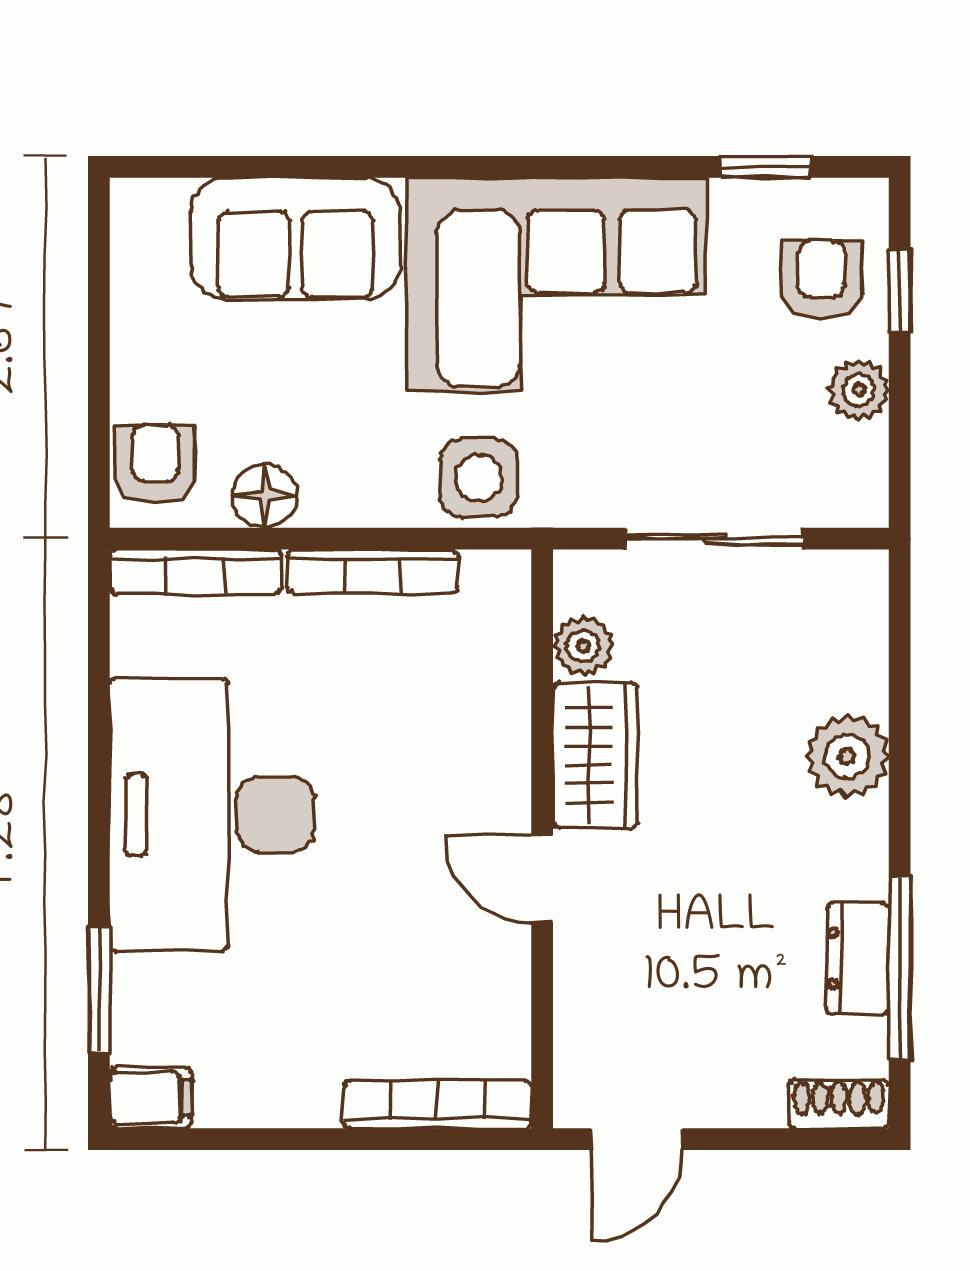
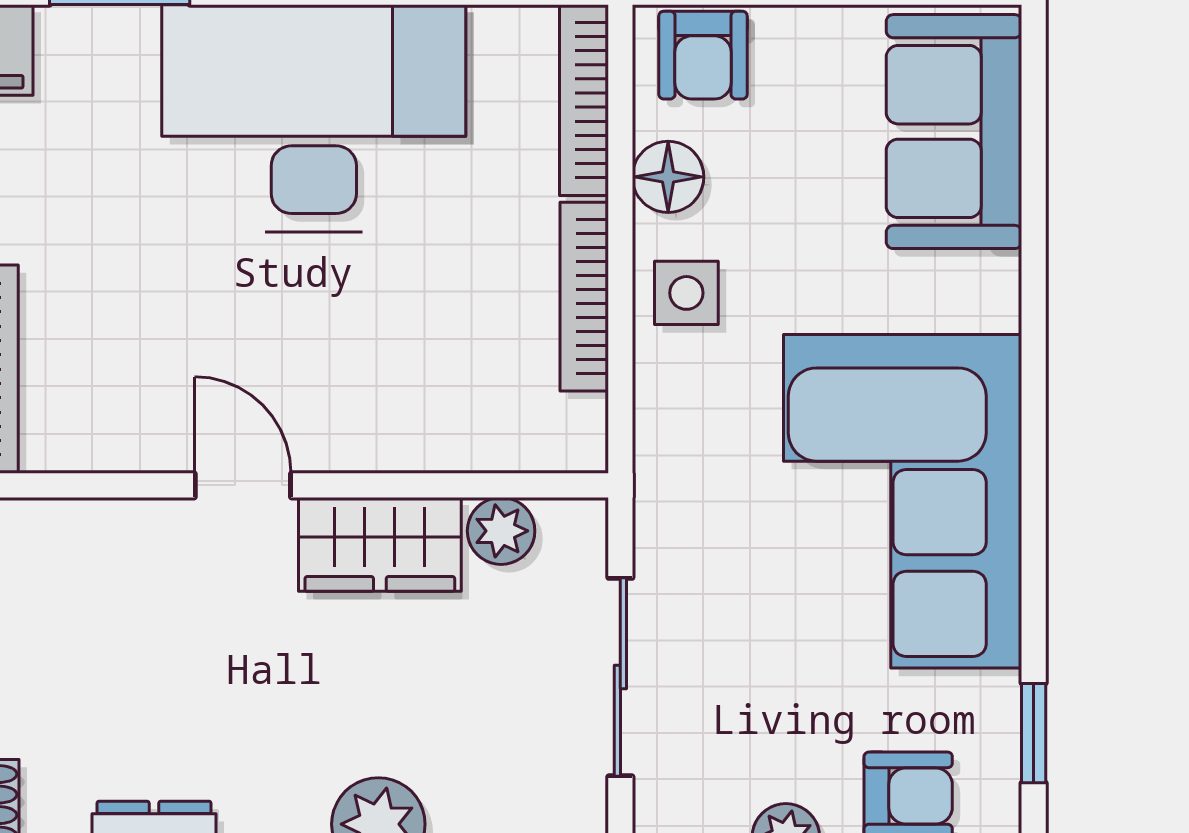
sofa: (295, 239) -> (954, 132), moved
armchair: (155, 464) -> (703, 55), turned 90
side table: (479, 478) -> (686, 293), moved, width x0.73, depth x0.73
door: (542, 878) -> (243, 485), hinge flipped

